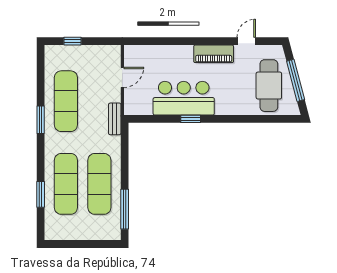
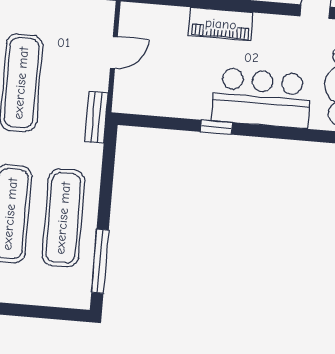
piano: (214, 54) -> (221, 24), moved
bar counter: (184, 98) -> (261, 98), moved

